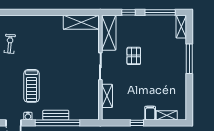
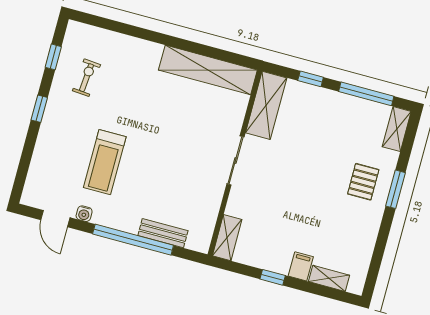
shelving: (81, 22) -> (208, 70), width x1.47
pallet: (134, 56) -> (363, 182), moved
window: (189, 59) -> (395, 189), width x0.69
shelving: (107, 96) -> (227, 238), moved
bench: (56, 115) -> (163, 233), moved

